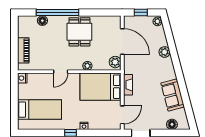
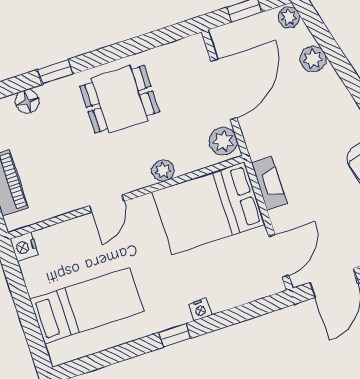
window: (57, 12) -> (55, 72), width x0.32
dining table: (79, 32) -> (120, 99), turned 90
door: (122, 41) -> (224, 89), hinge flipped
plant: (165, 52) -> (313, 59), moved

